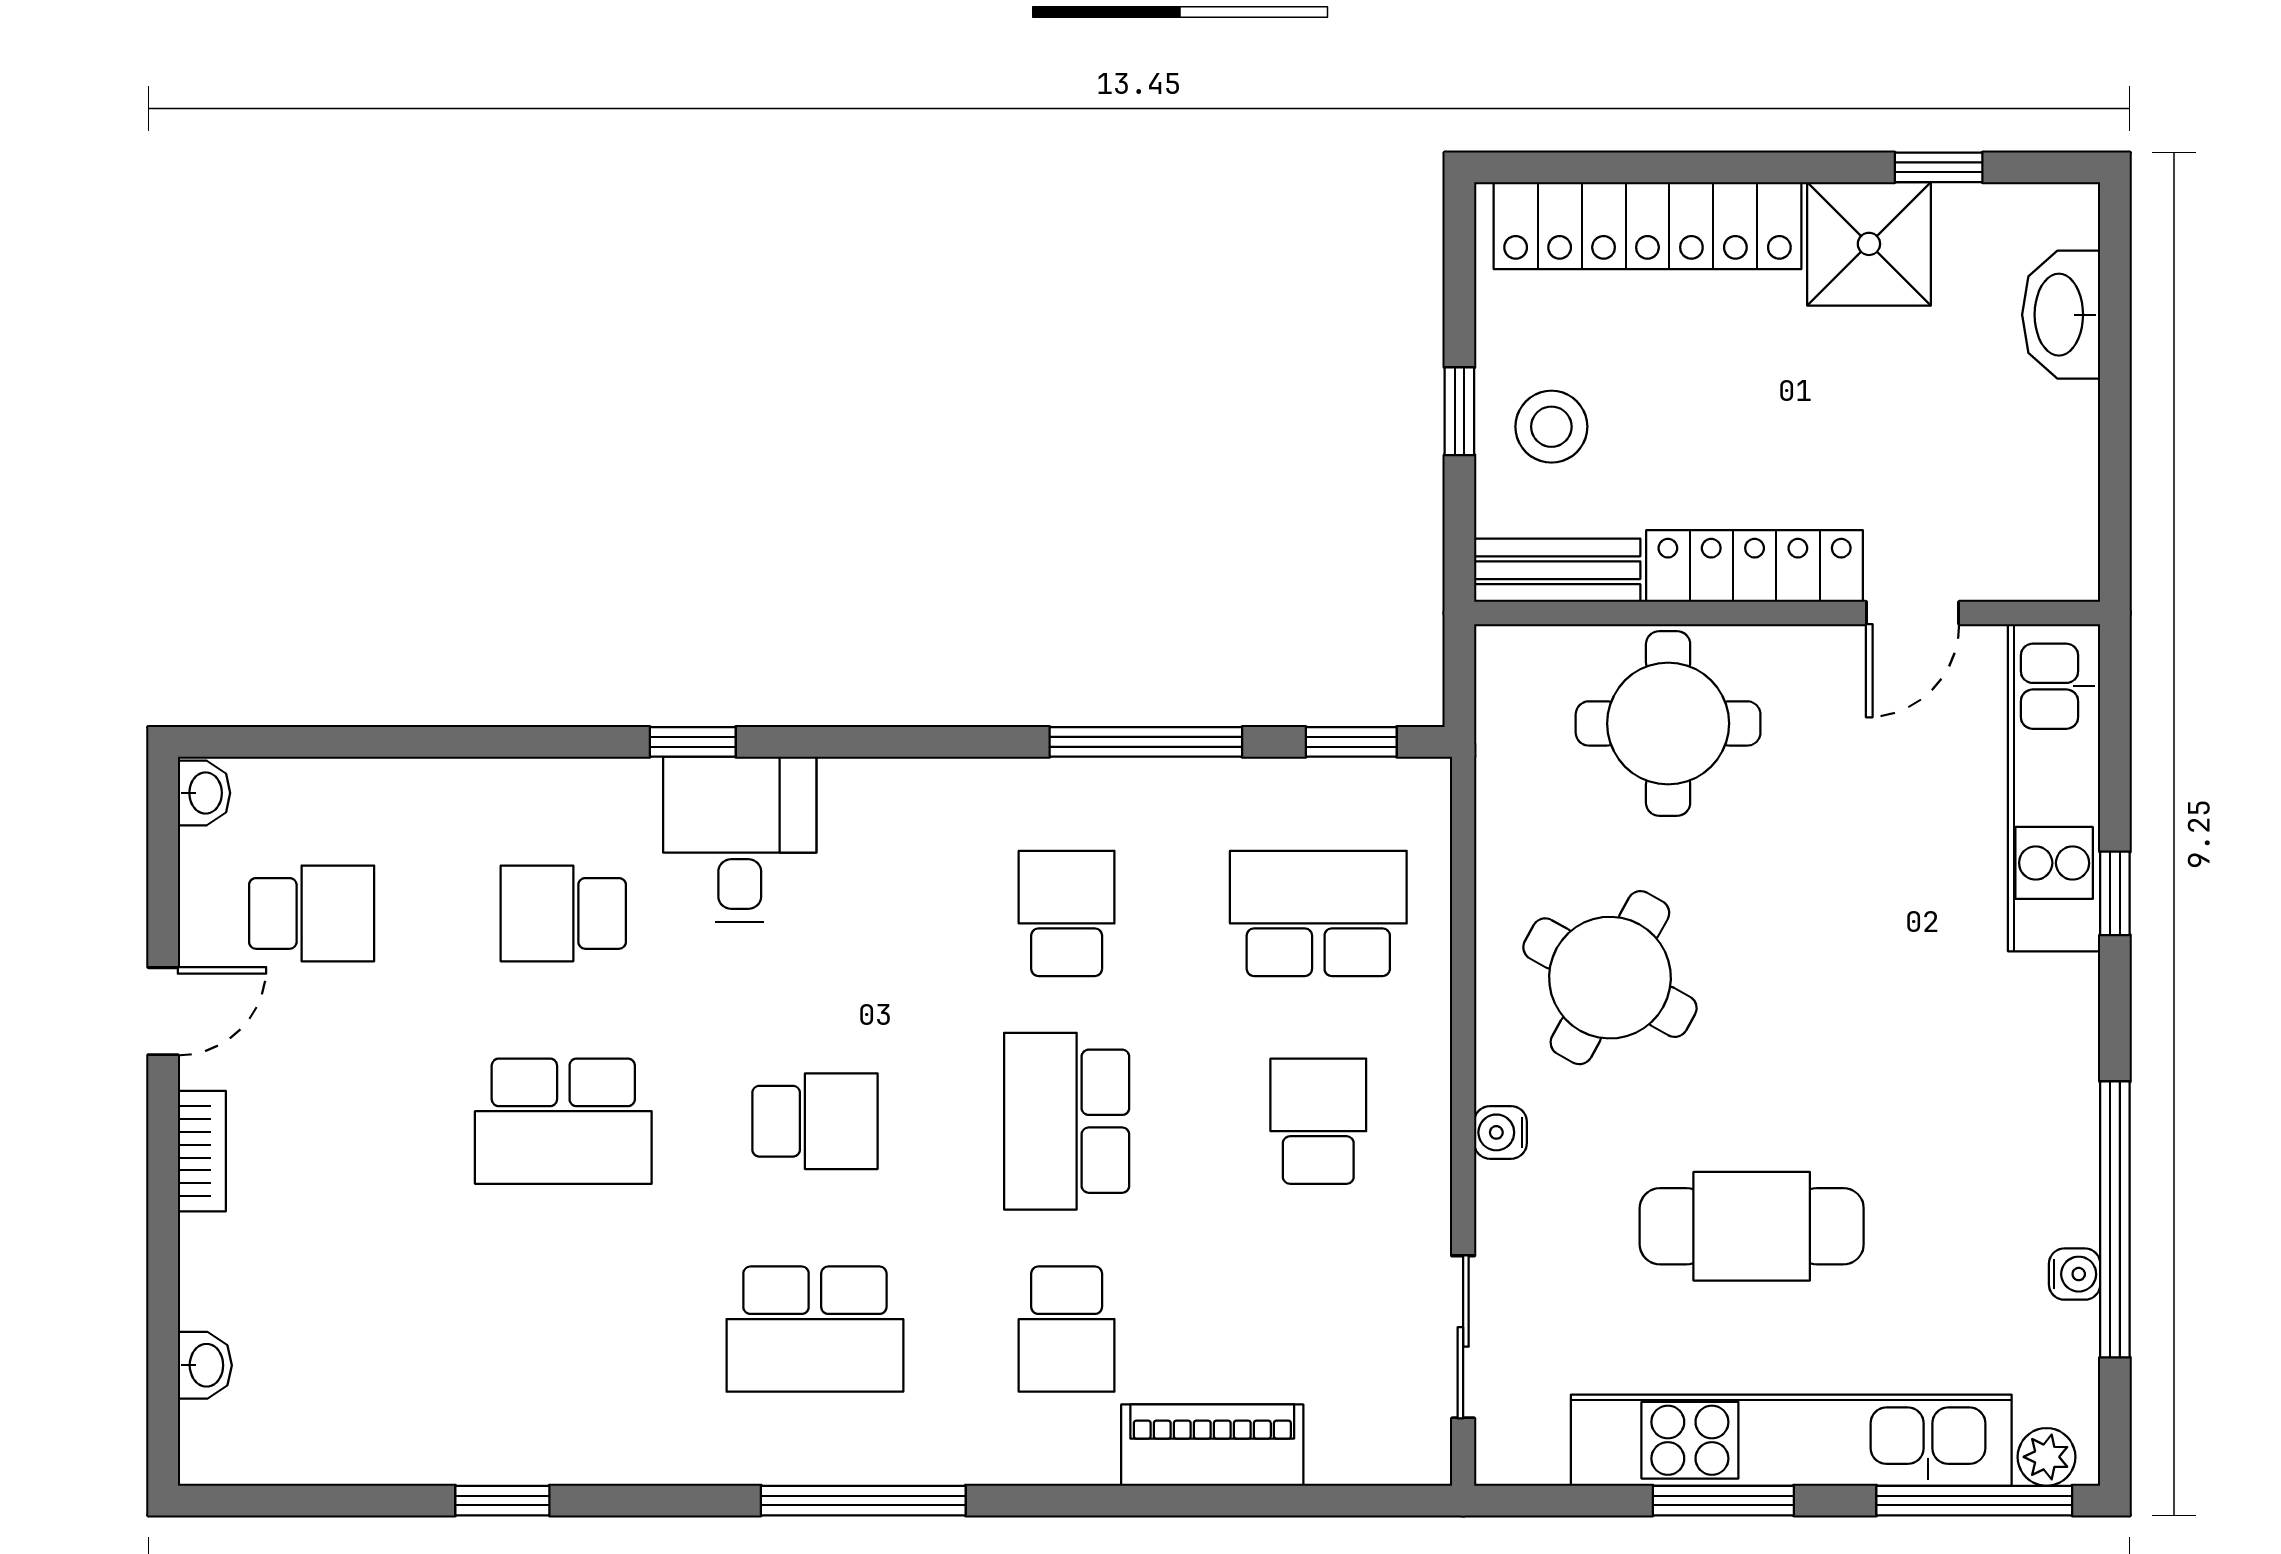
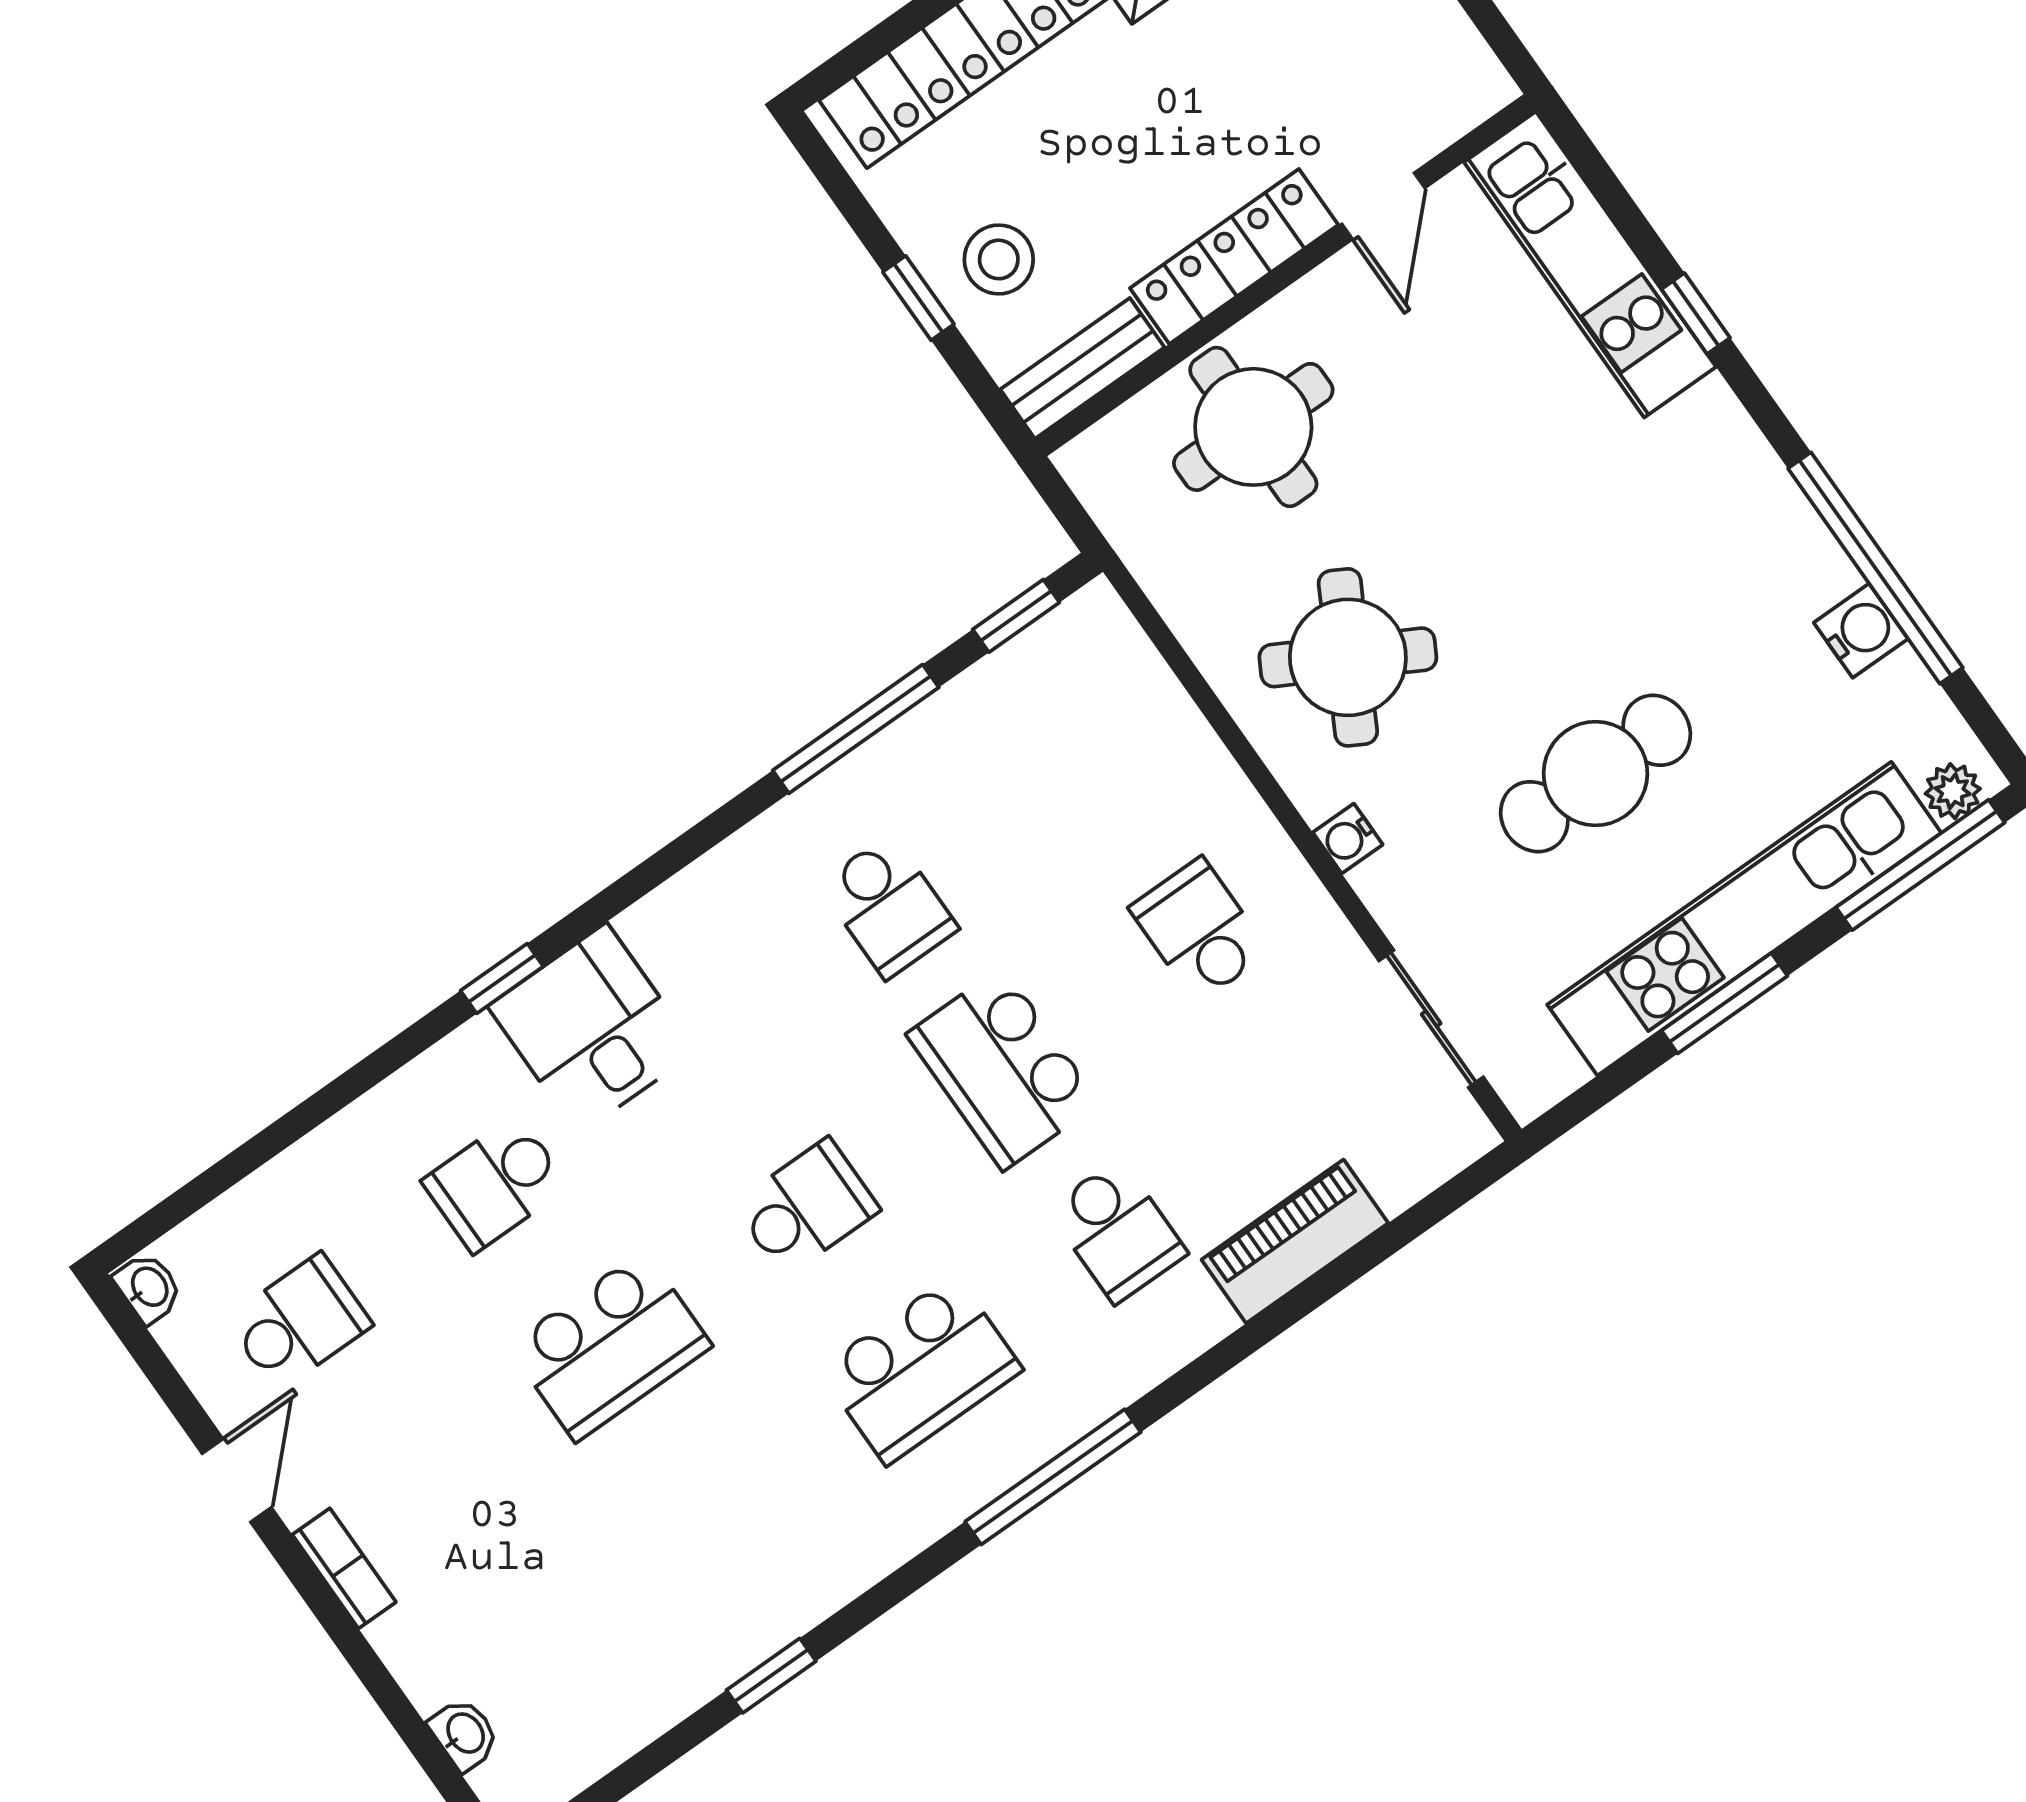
school desk: (1067, 913) -> (888, 906), turned 180
school desk: (1318, 913) -> (1085, 768), removed
water cooler: (2075, 1274) -> (1861, 631), width x1.38, depth x1.38

